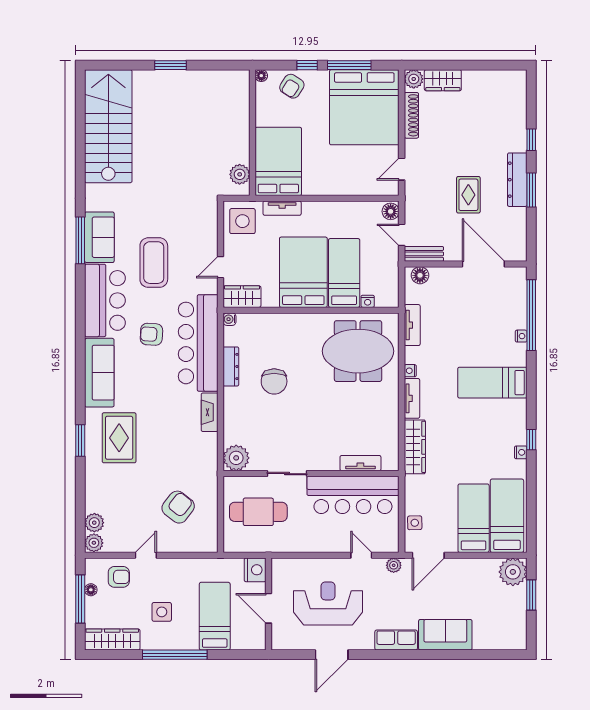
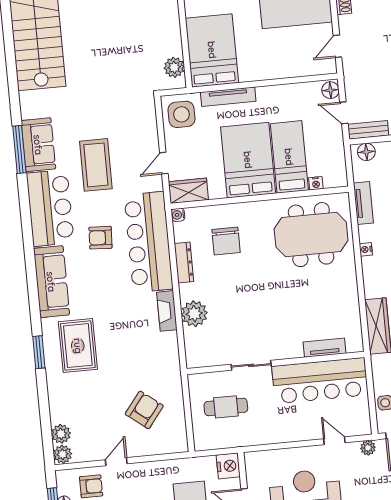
tv unit: (282, 208) -> (228, 97), width x1.41
chair: (274, 381) -> (226, 241), moved
tv unit: (412, 398) -> (370, 277), removed
plant: (236, 458) -> (194, 314), moved
cafe table: (258, 512) -> (226, 407), width x0.73, depth x0.74

